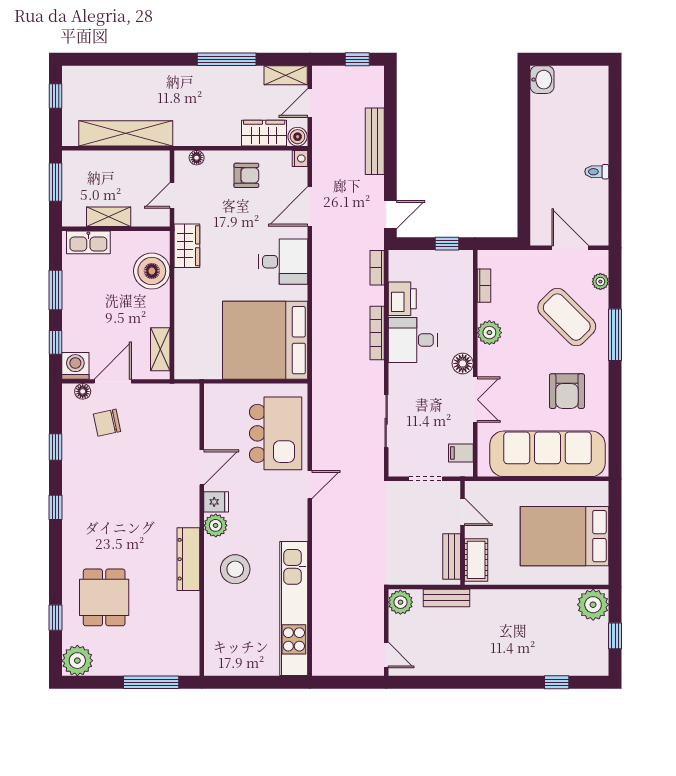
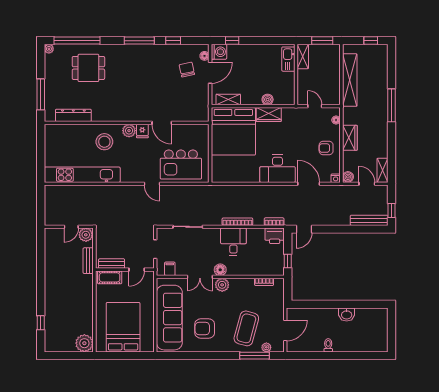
window: (227, 59) -> (392, 105), moved
washbasin: (542, 80) -> (347, 315), moved
wardrobe: (264, 133) -> (350, 138), moved
bench: (375, 141) -> (369, 220), moved
armchair: (246, 175) -> (326, 148), turned 90
door: (390, 215) -> (304, 229), hinge flipped
shelving: (109, 217) -> (303, 56), moved
wardrobe: (187, 246) -> (269, 115), moved
desk: (283, 262) -> (278, 169), width x1.37
boiler: (152, 271) -> (268, 100), width x0.54, depth x0.54
window: (56, 290) -> (262, 41), removed
printer: (402, 299) -> (275, 236), moved
coffee table: (567, 317) -> (246, 328), turned -30
plant: (489, 333) -> (222, 285), moved
window: (615, 335) -> (254, 356), moved
bed: (265, 340) -> (233, 131), moved, turned 180
door: (113, 381) -> (210, 73), hinge flipped
window: (56, 507) -> (139, 41), width x2.17
dresser: (188, 559) -> (73, 115), moved
window: (56, 618) -> (77, 41), width x3.17
window: (615, 636) -> (67, 356), removed
door: (386, 655) -> (71, 227), moved
plant: (77, 661) -> (49, 49), width x0.53, depth x0.53

